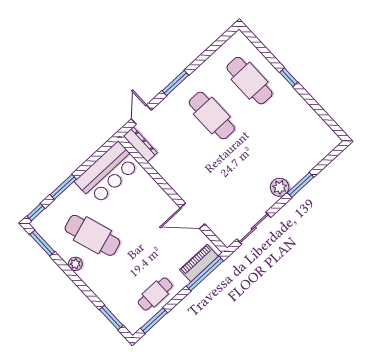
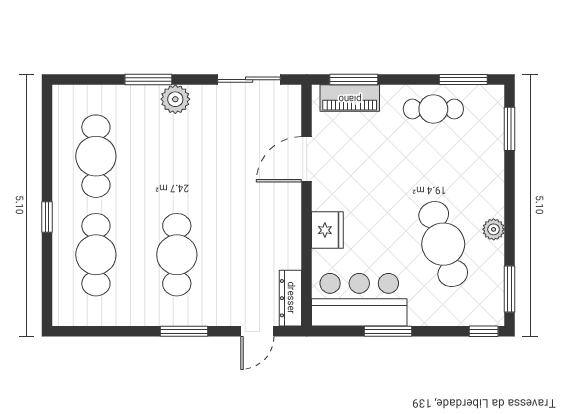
cafe table: (292, 127) -> (96, 156), added
window: (63, 187) -> (388, 331), moved
fridge: (152, 192) -> (327, 230), added
door: (193, 216) -> (307, 159), swing flipped
window: (205, 273) -> (354, 80), width x0.69

